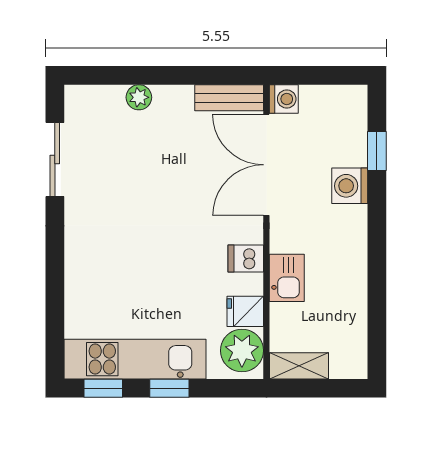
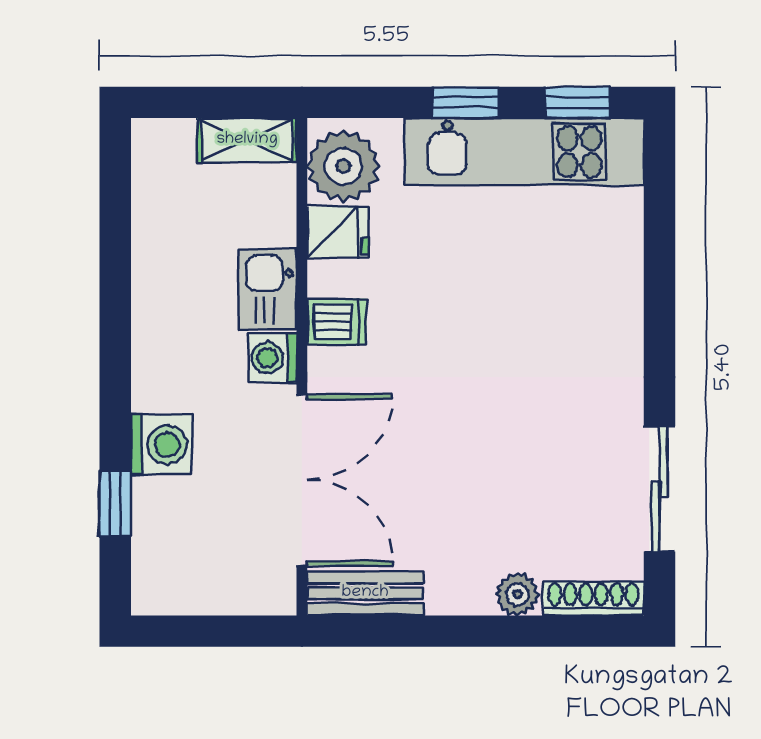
shoe rack: (94, 95) -> (593, 598), added
washing machine: (284, 99) -> (272, 358), moved

